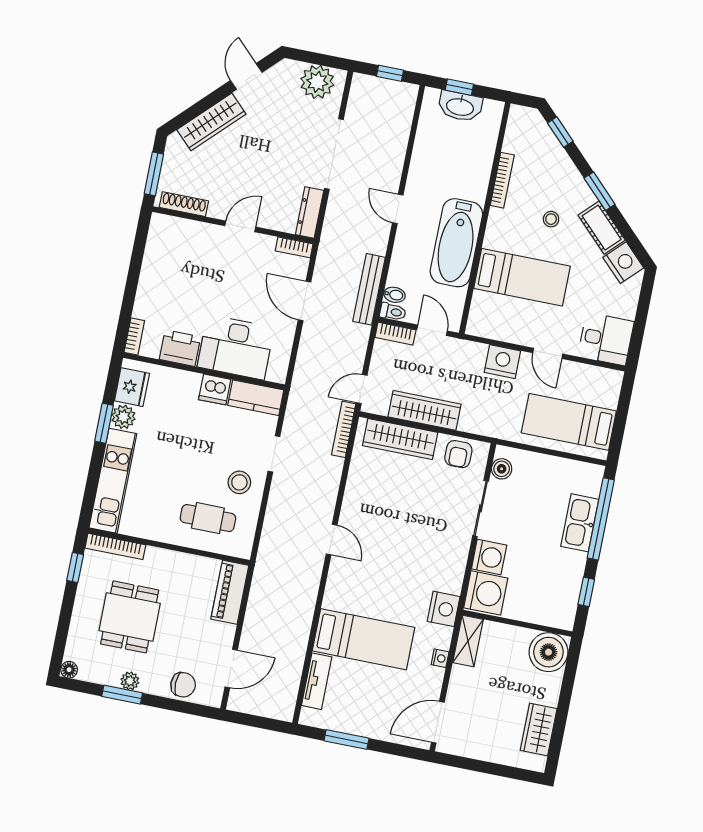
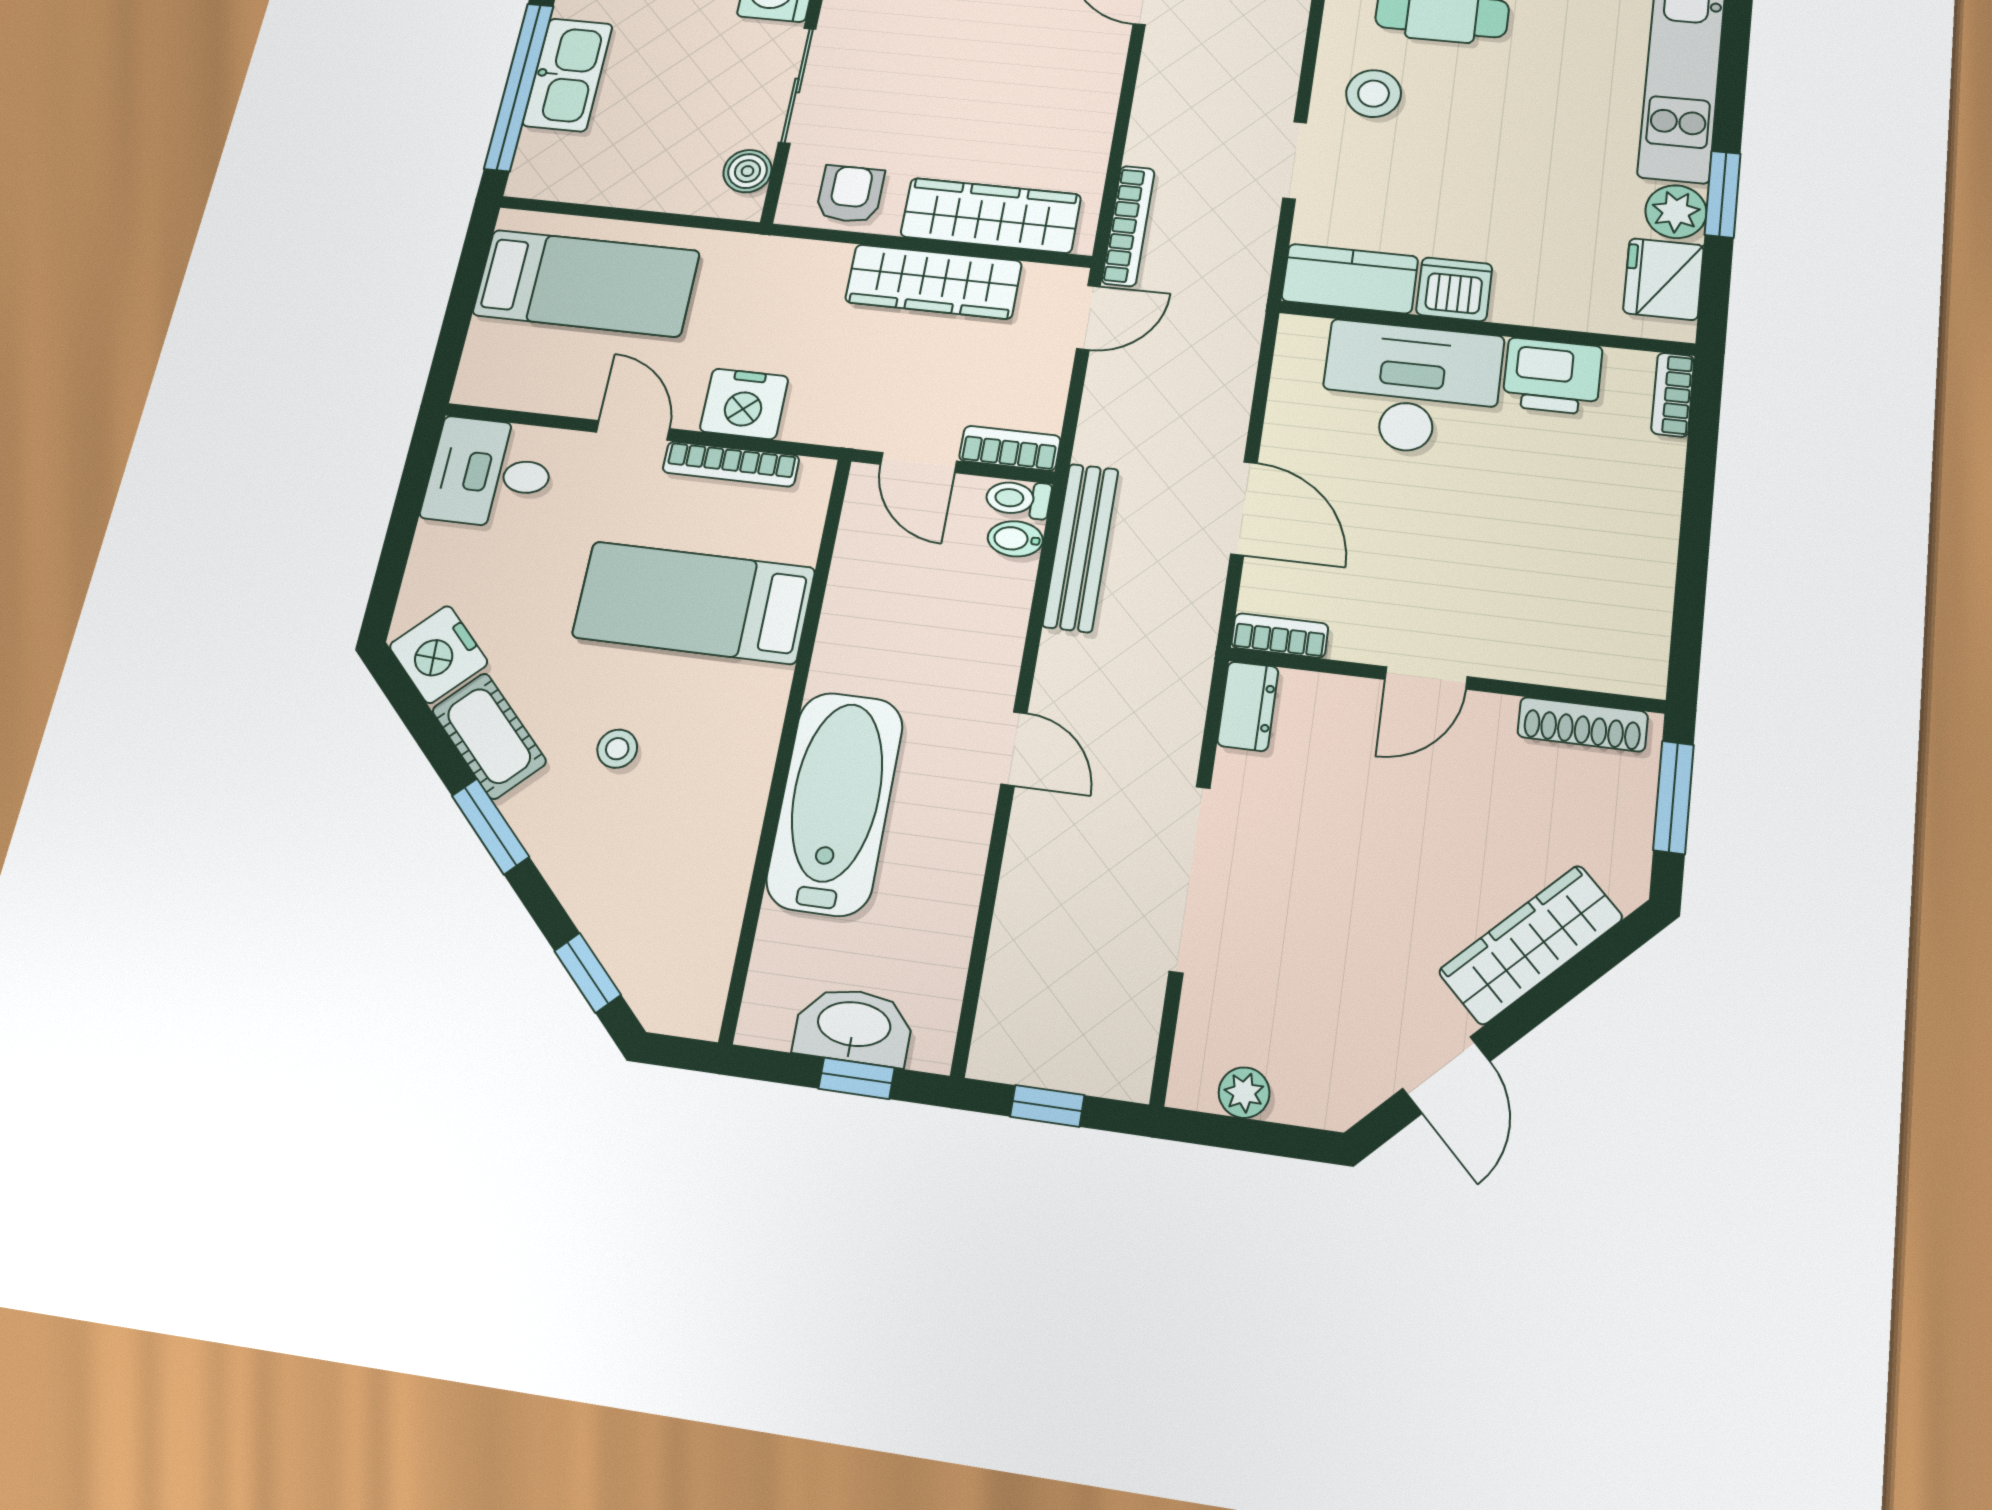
plant: (317, 82) -> (1244, 1093), width x0.53, depth x0.53
bookcase: (502, 180) -> (731, 464), moved, turned -90
dresser: (310, 212) -> (1248, 706), width x0.70
bathtub: (456, 243) -> (835, 803), moved

